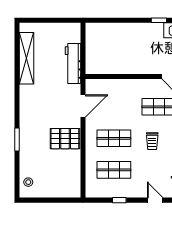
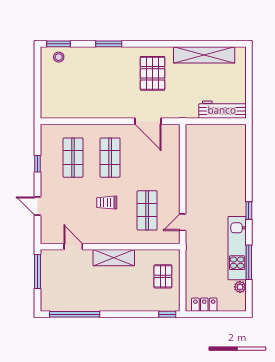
workbench: (73, 63) -> (222, 110), moved
pallet: (65, 139) -> (153, 73), moved
window: (17, 182) -> (59, 44), added
door: (155, 200) -> (38, 206), swing flipped

